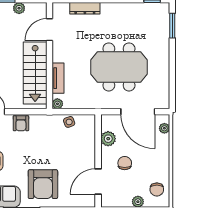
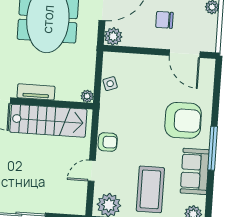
tv unit: (58, 78) -> (36, 92), moved
plant: (108, 139) -> (113, 36), moved

